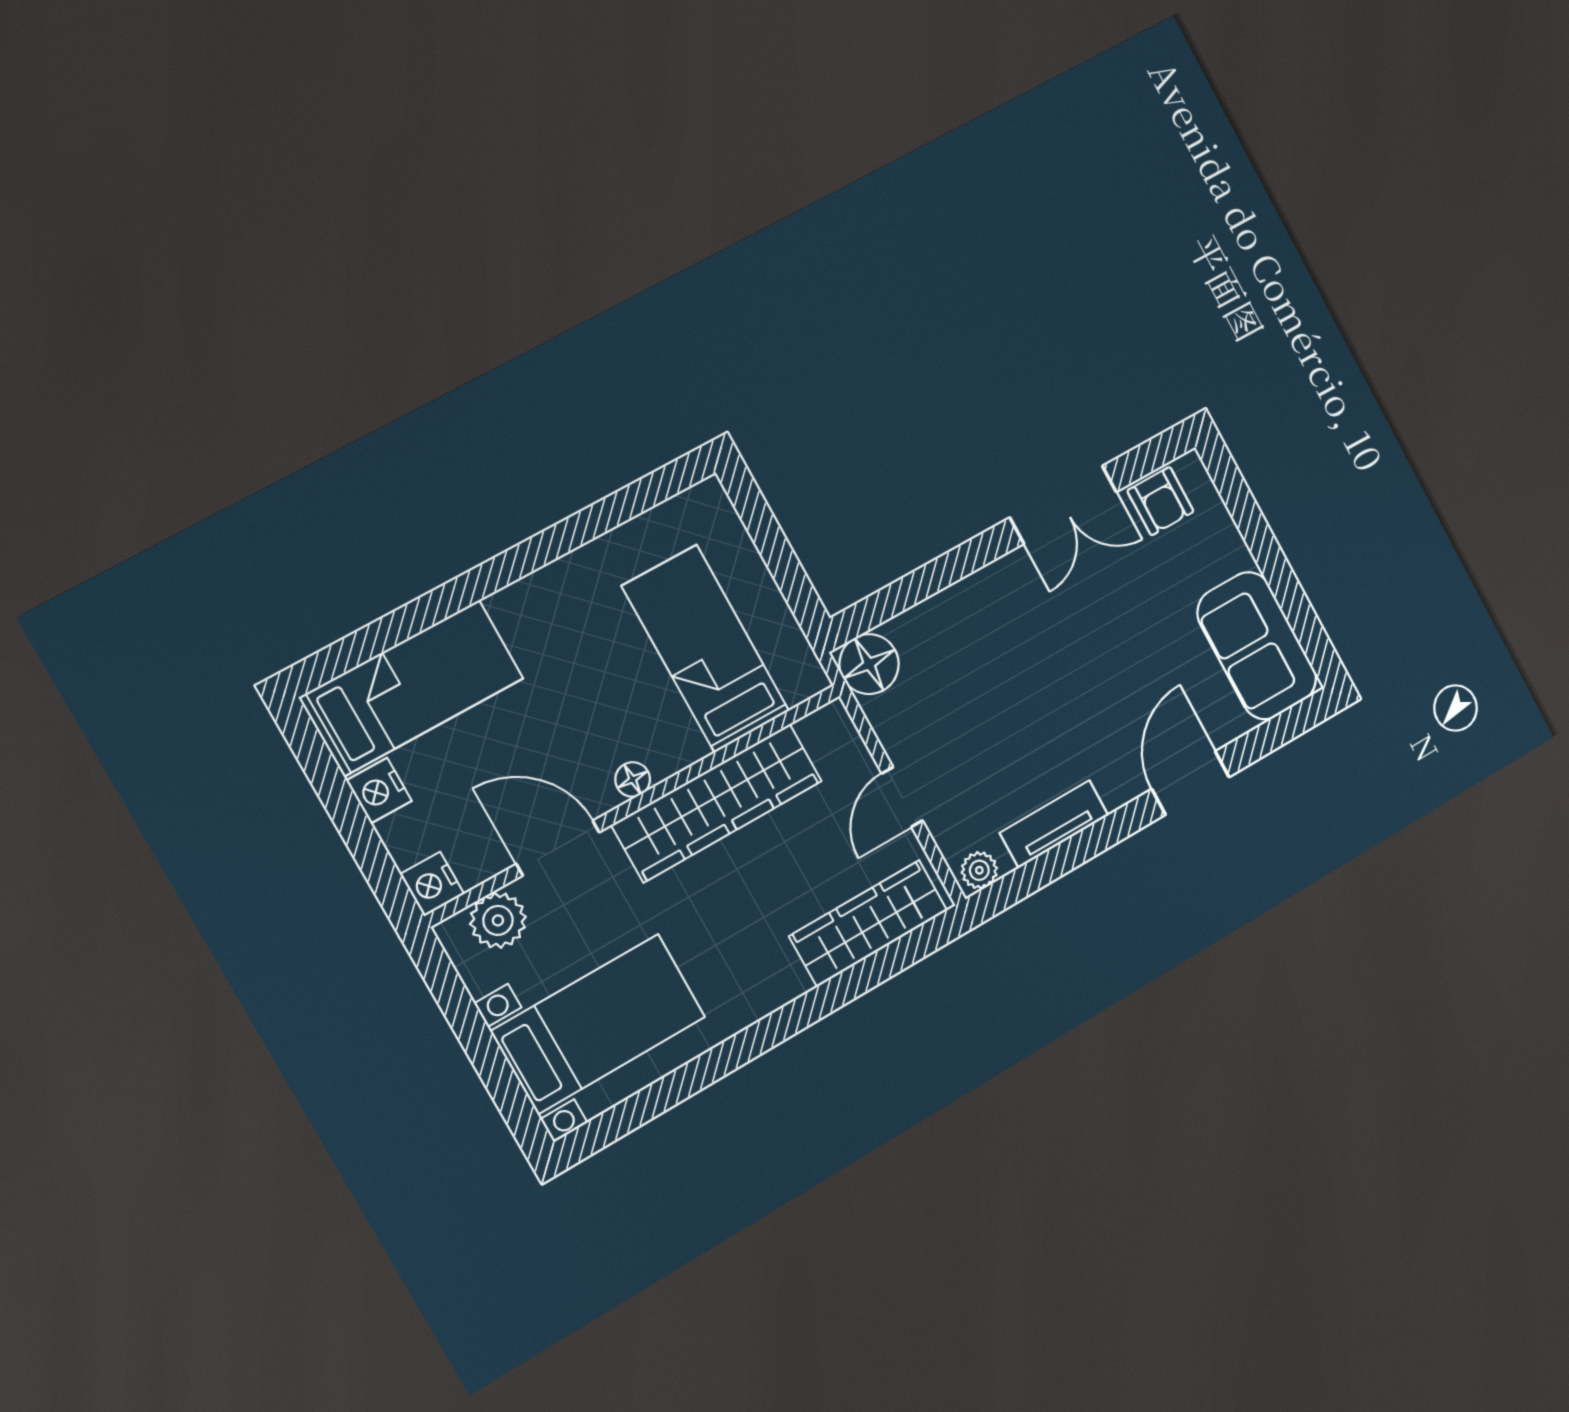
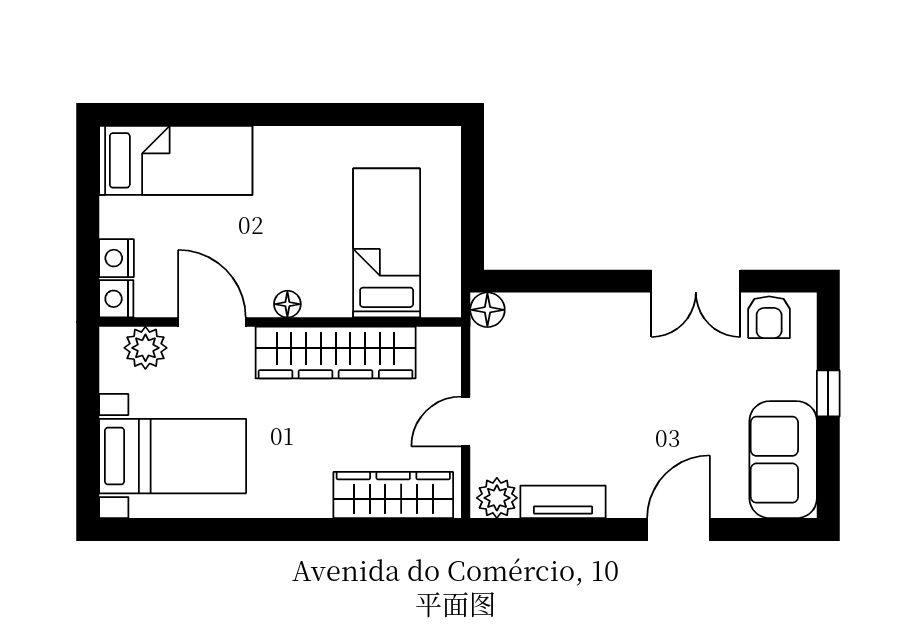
window: (1265, 549) -> (828, 393), added
floor lamp: (869, 664) -> (487, 310), width x0.73, depth x0.73
nightstand: (379, 791) -> (117, 258), moved
plant: (979, 870) -> (497, 498), width x1.38, depth x1.38

